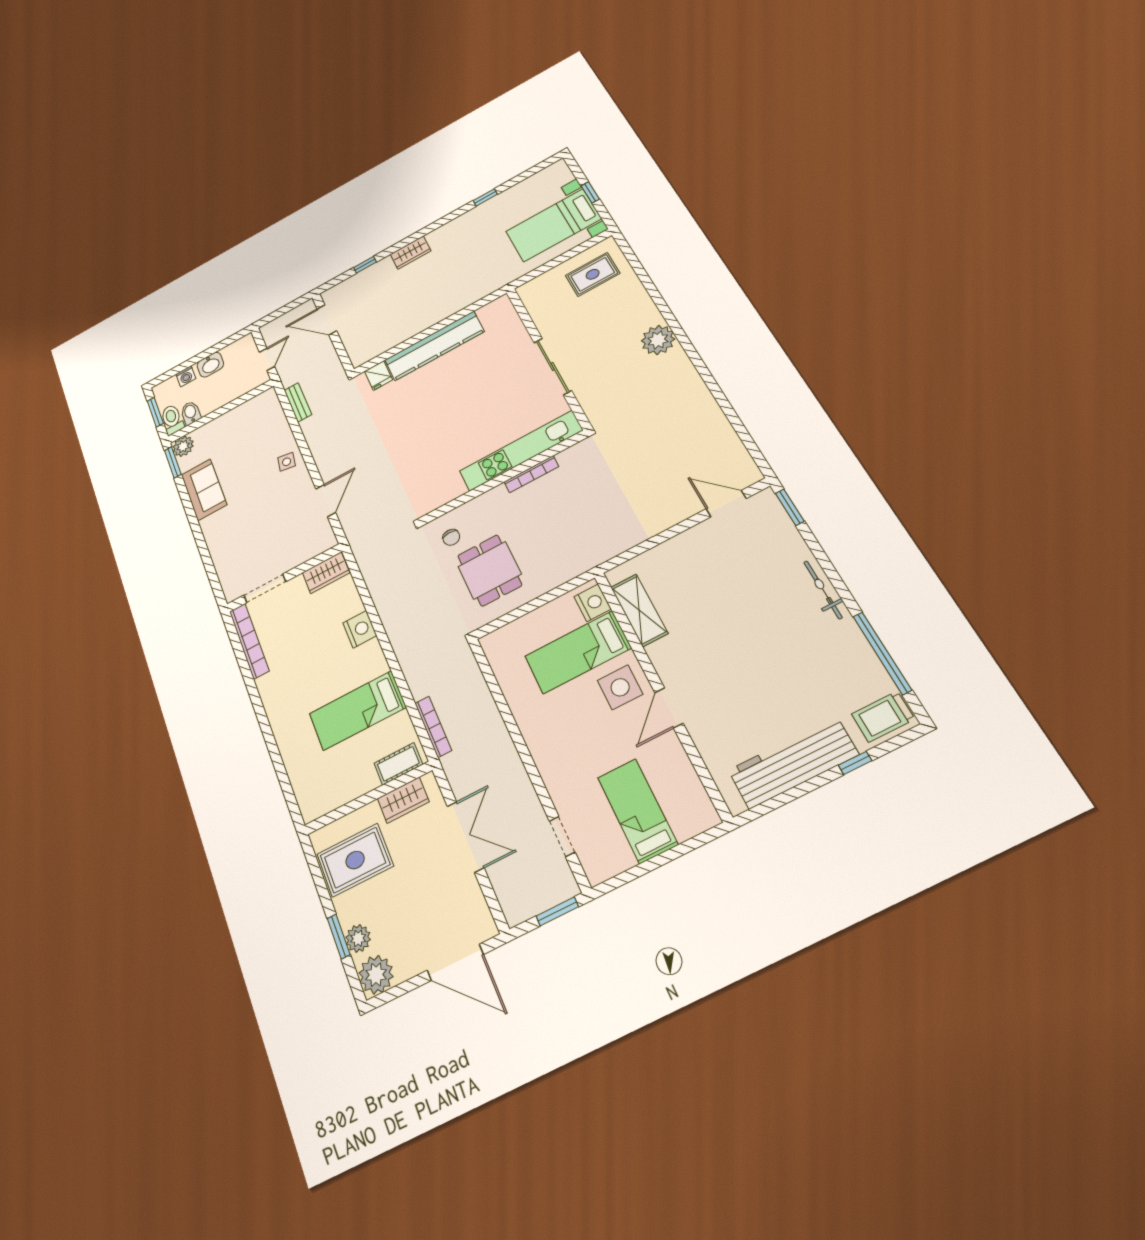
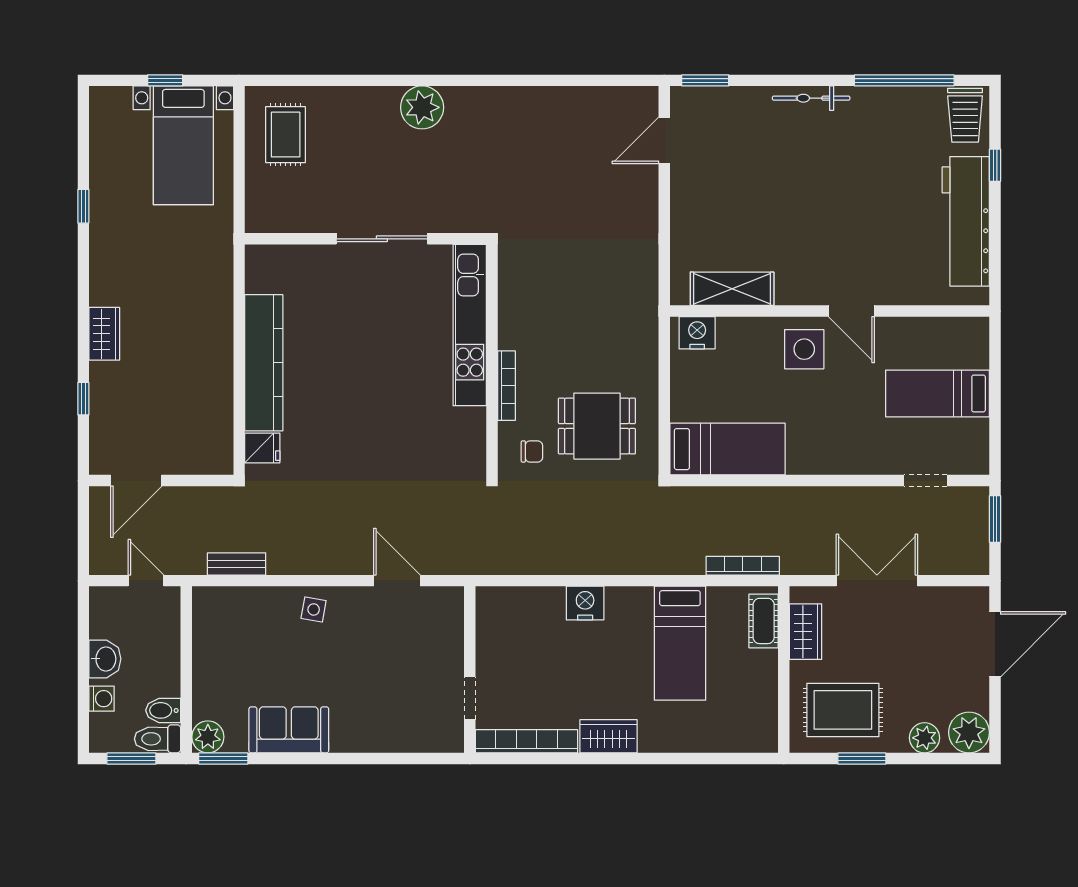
bookcase: (531, 474) -> (506, 386), moved
wardrobe: (326, 573) -> (609, 736), moved, turned -90
doorway: (265, 588) -> (470, 698), width x0.73
bed: (578, 652) -> (727, 449), moved, turned -90
rug: (355, 860) -> (843, 710), turned 90
window: (339, 937) -> (862, 758), moved

